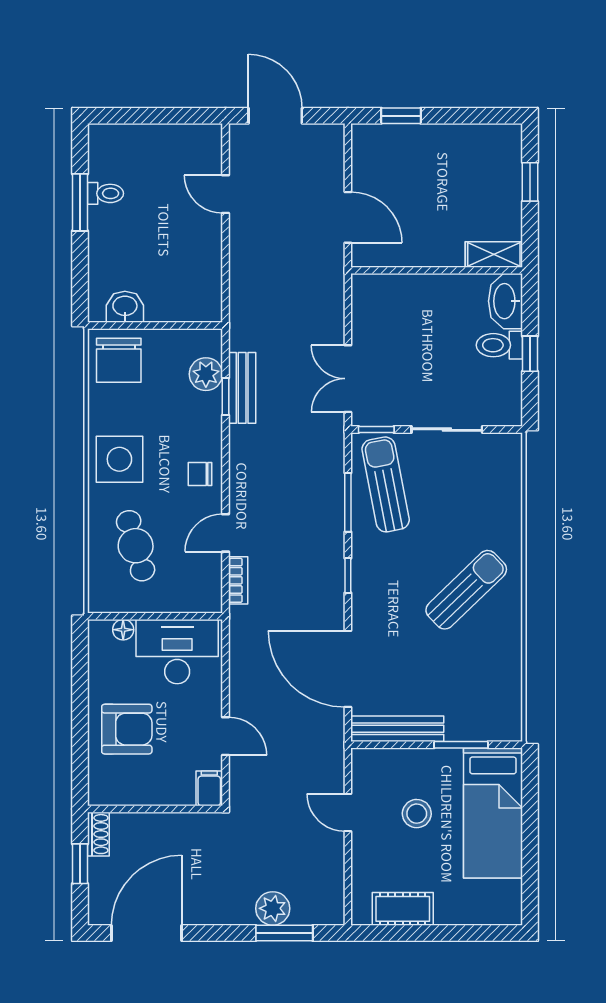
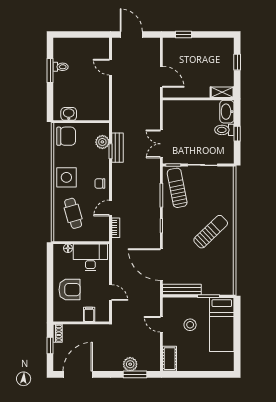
chair: (119, 360) -> (66, 136), turned -90
filing cabinet: (209, 788) -> (89, 314), moved
cot: (403, 909) -> (170, 359), moved, turned 90

